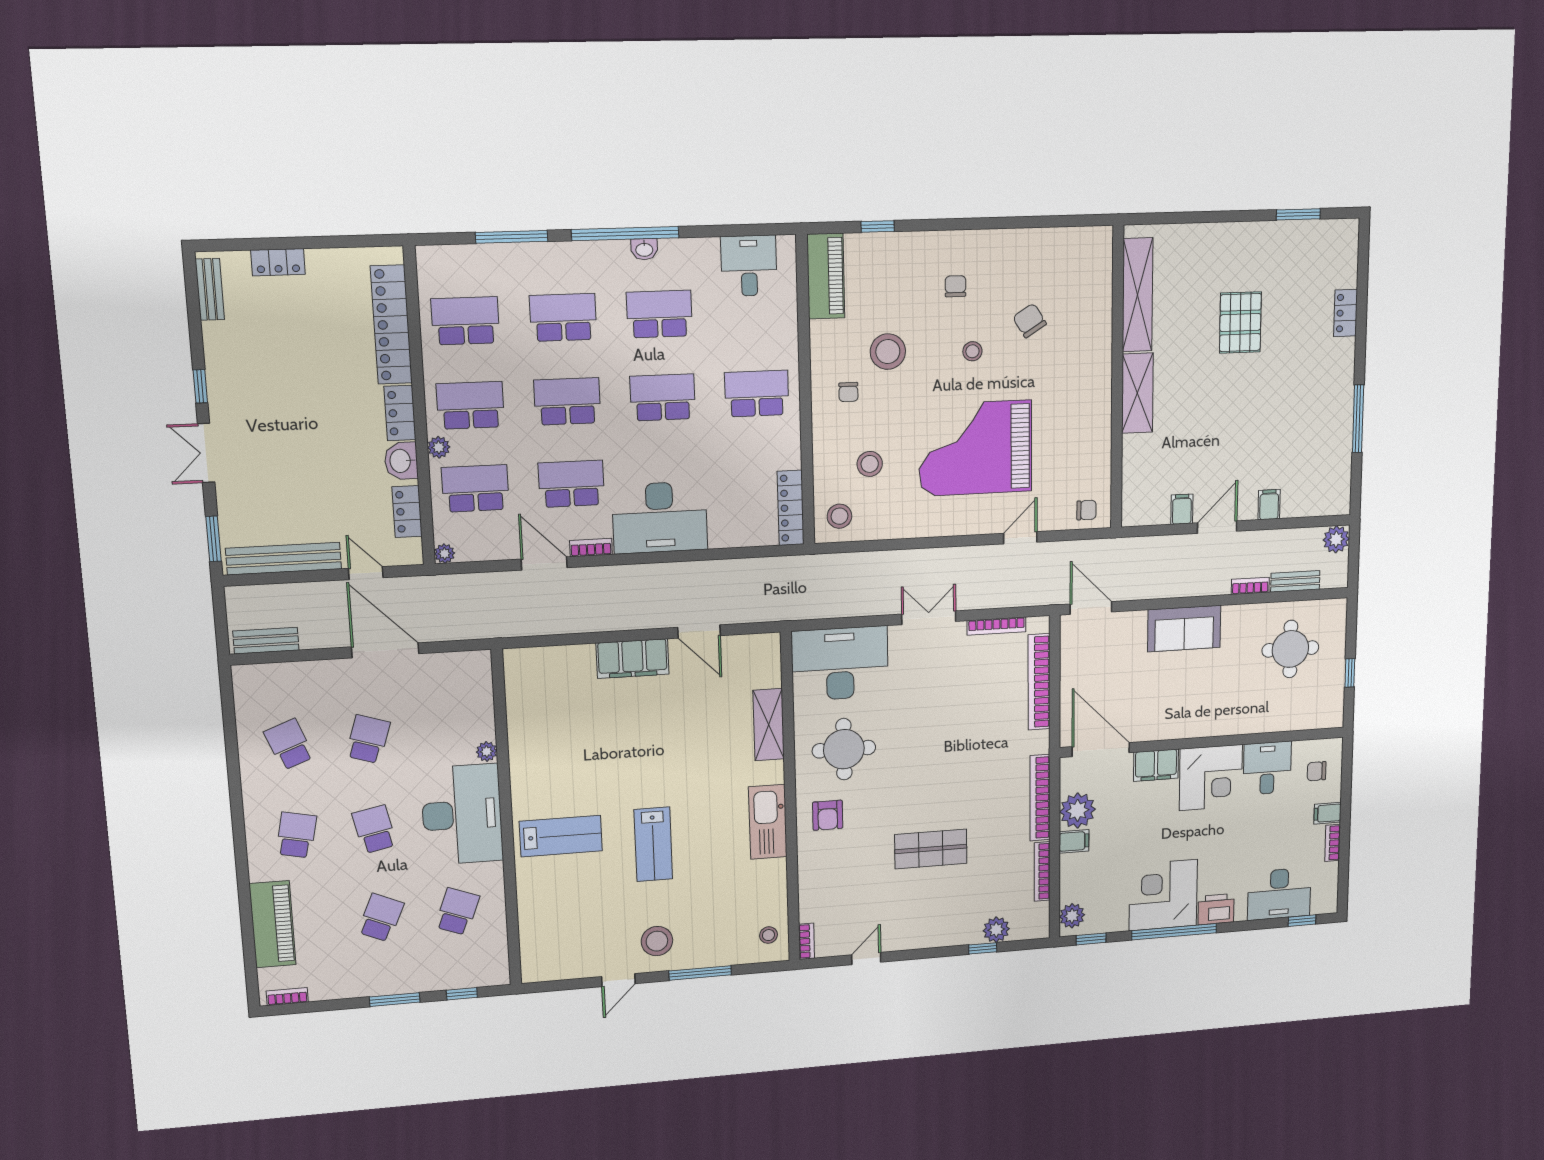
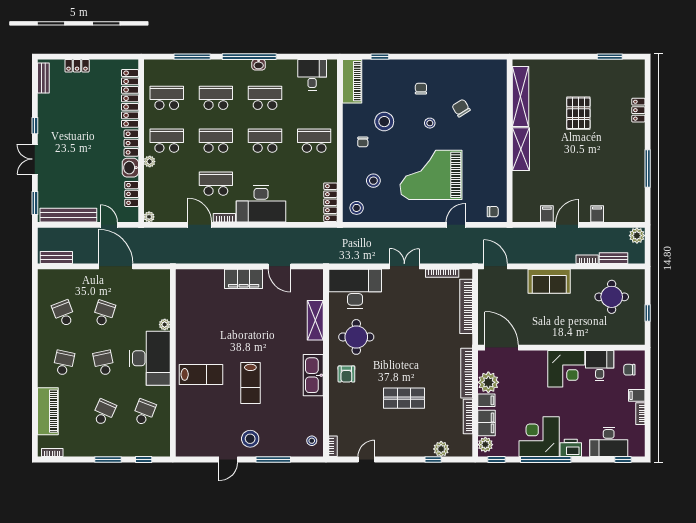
school desk: (475, 488) -> (167, 184), removed
filing cabinet: (1156, 765) -> (486, 423), moved, turned -90

